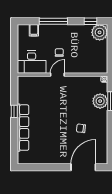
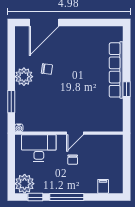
window: (53, 21) -> (67, 197), moved
desk: (32, 62) -> (39, 148), moved
plant: (100, 101) -> (24, 77), moved

